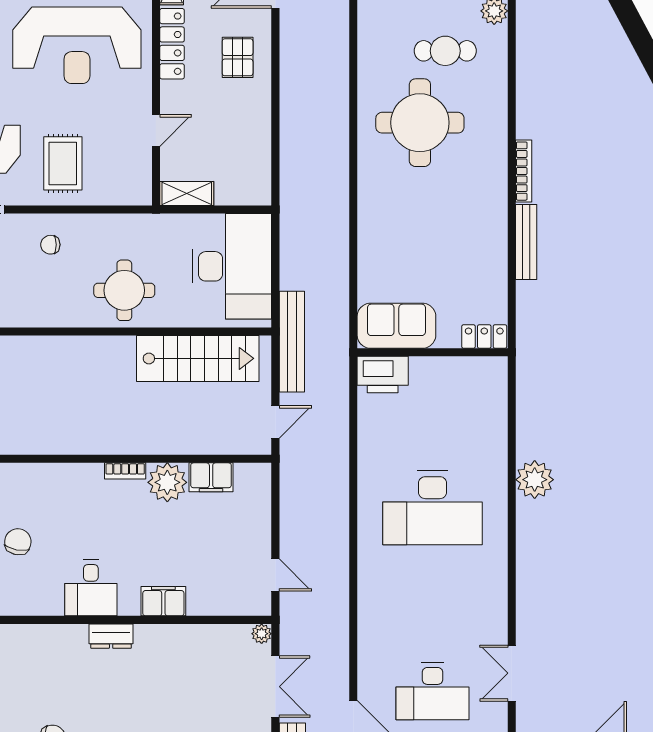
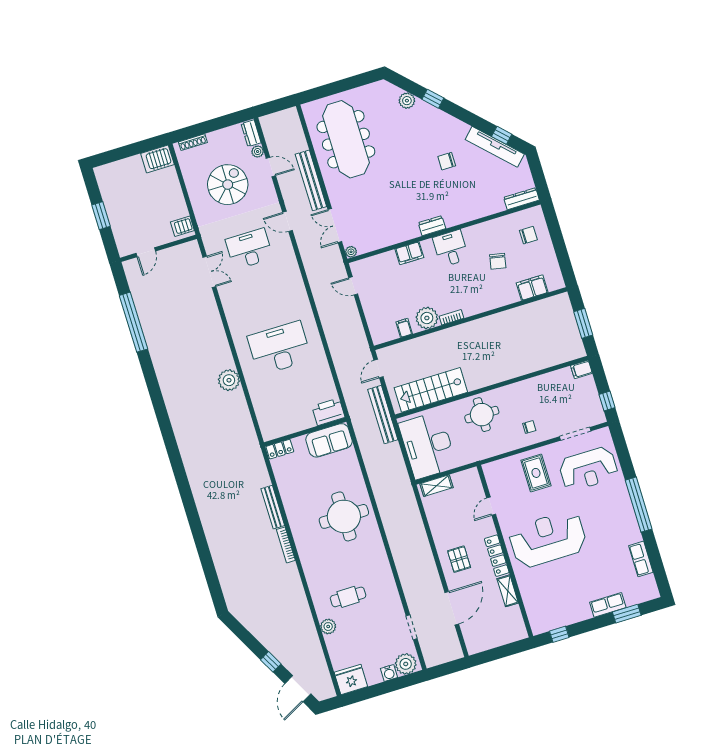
round table: (420, 123) -> (344, 516), moved
shelving: (187, 193) -> (437, 486), moved
filing cabinet: (211, 477) -> (404, 328), width x0.50

